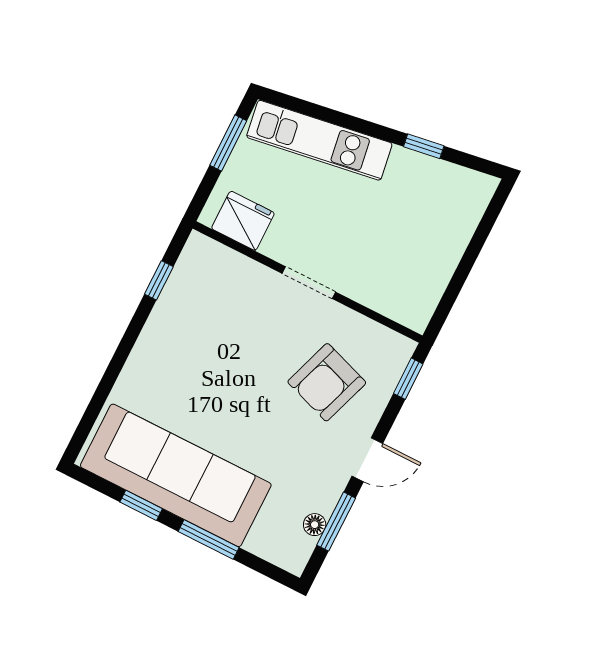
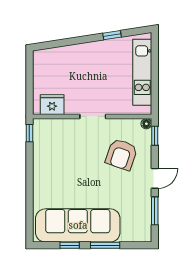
kitchen unit: (319, 140) -> (142, 72), moved, turned 99
window: (228, 143) -> (29, 75), removed
window: (159, 280) -> (29, 133), moved
floor lamp: (315, 525) -> (146, 124), moved

